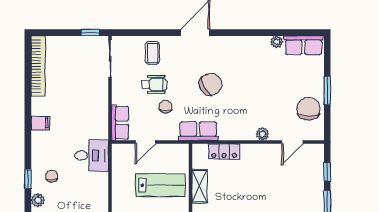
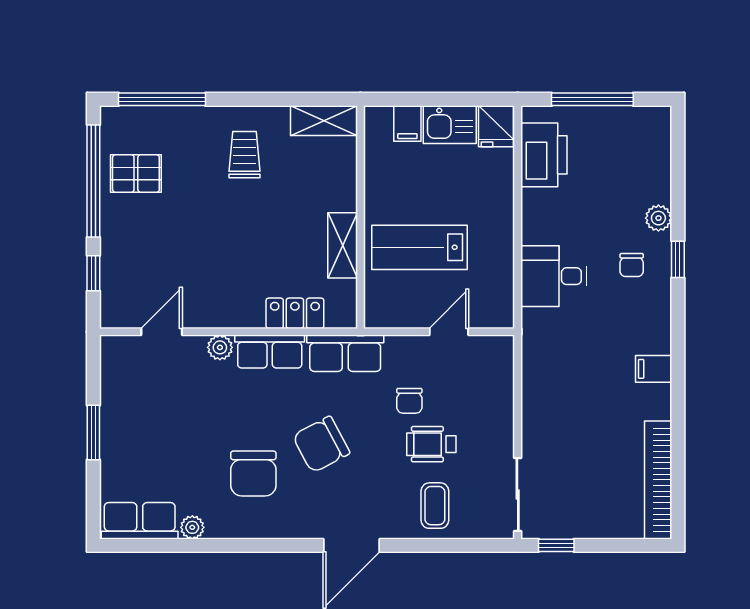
chair: (309, 109) -> (253, 473), moved
row of seats: (120, 123) -> (270, 351), moved, turned -90
desk: (92, 155) -> (554, 276), moved

